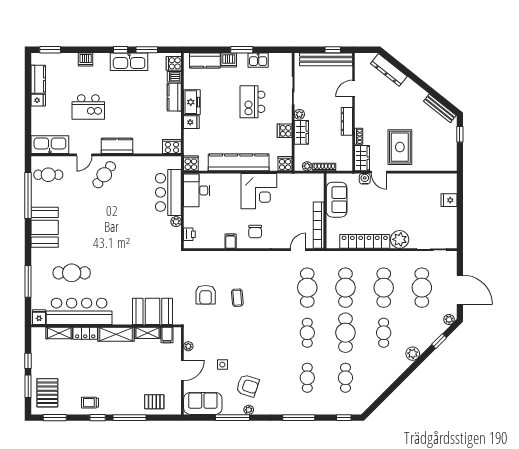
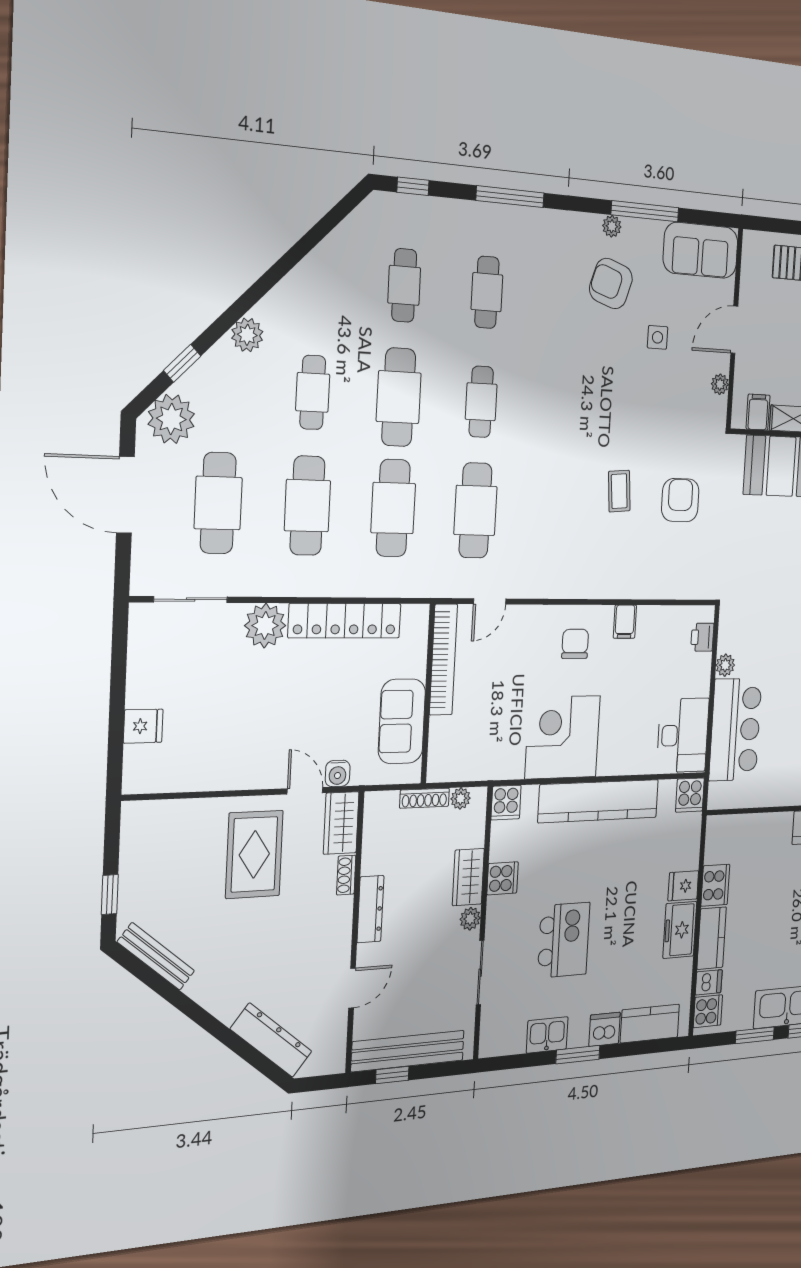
cooker: (172, 146) -> (715, 885), moved, turned -90
plant: (449, 319) -> (171, 419), width x1.88, depth x1.88

